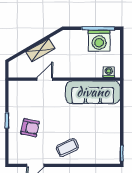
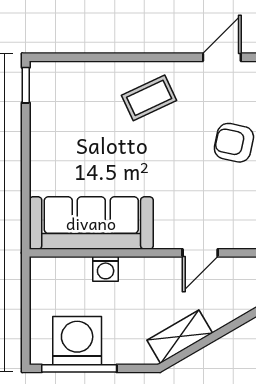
shelving: (40, 50) -> (180, 337), moved
washing machine: (109, 72) -> (106, 269), moved

